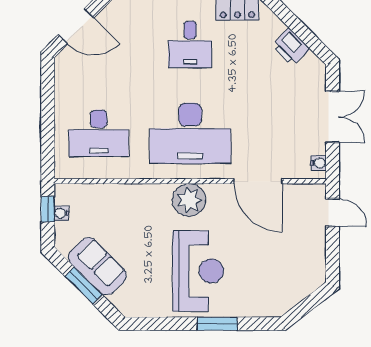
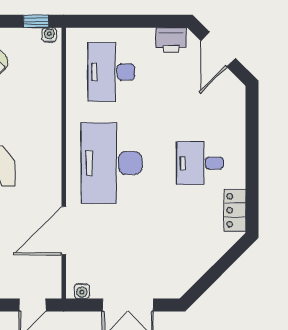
printer: (291, 47) -> (171, 40), moved, turned -135
plant: (189, 200) -> (45, 162), removed
water cooler: (61, 213) -> (49, 35), moved

